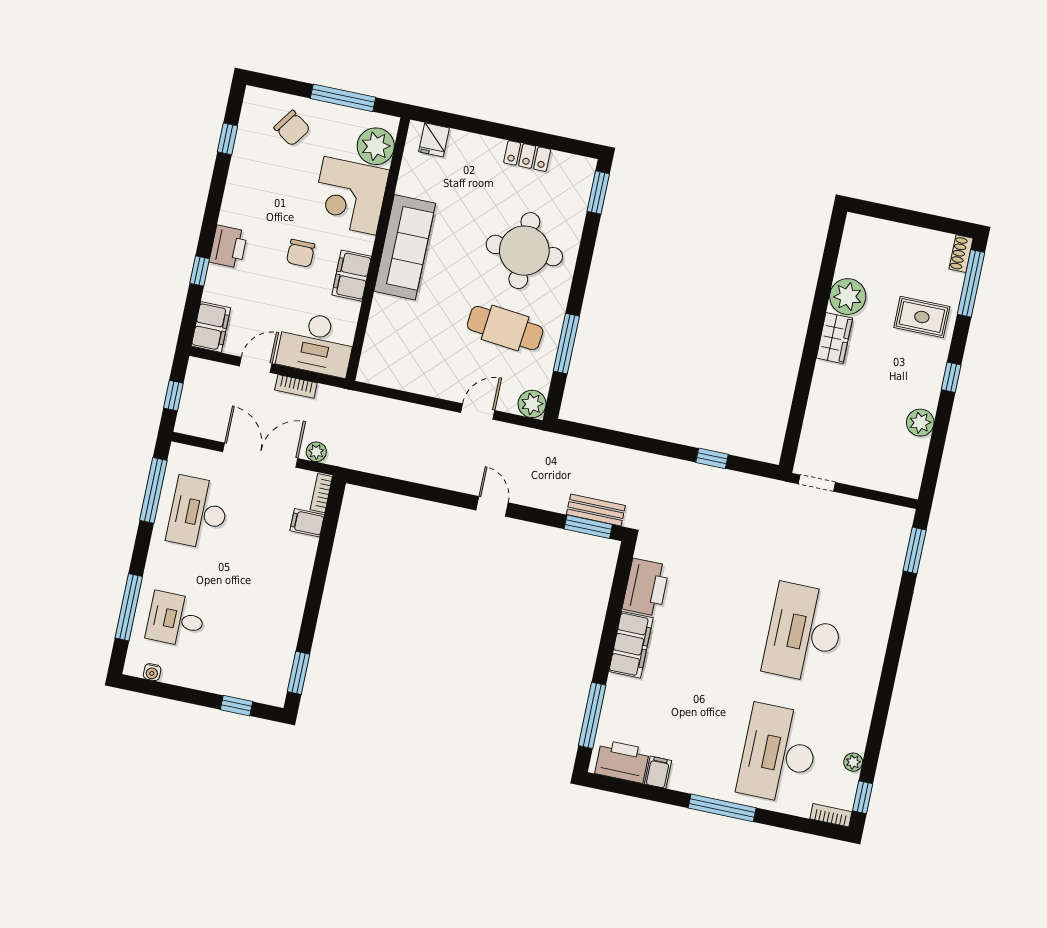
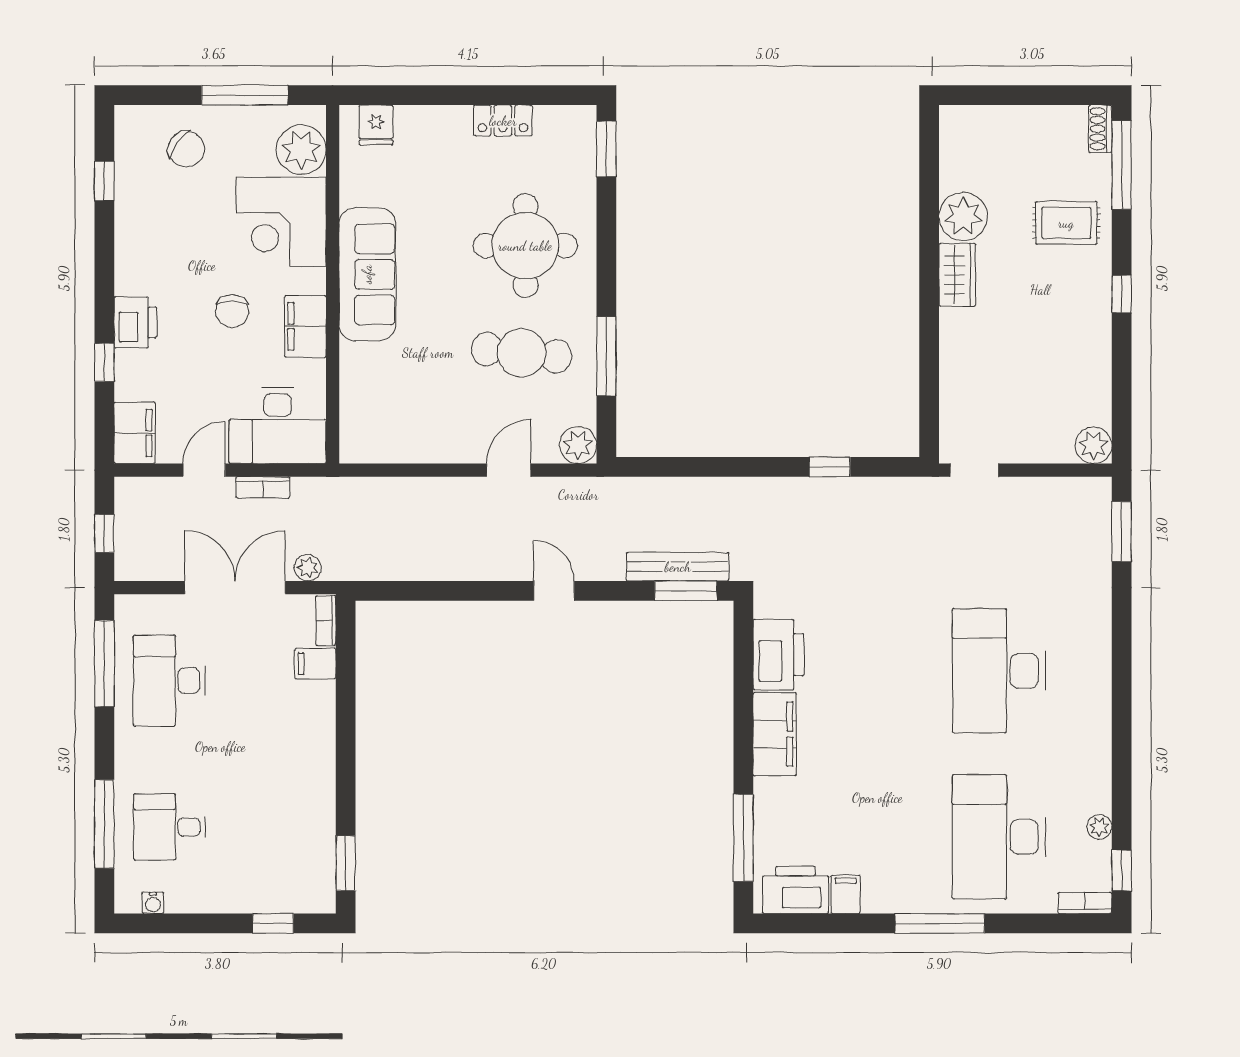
plant: (920, 423) -> (1093, 445), moved
bench: (596, 510) -> (678, 567), width x1.36

